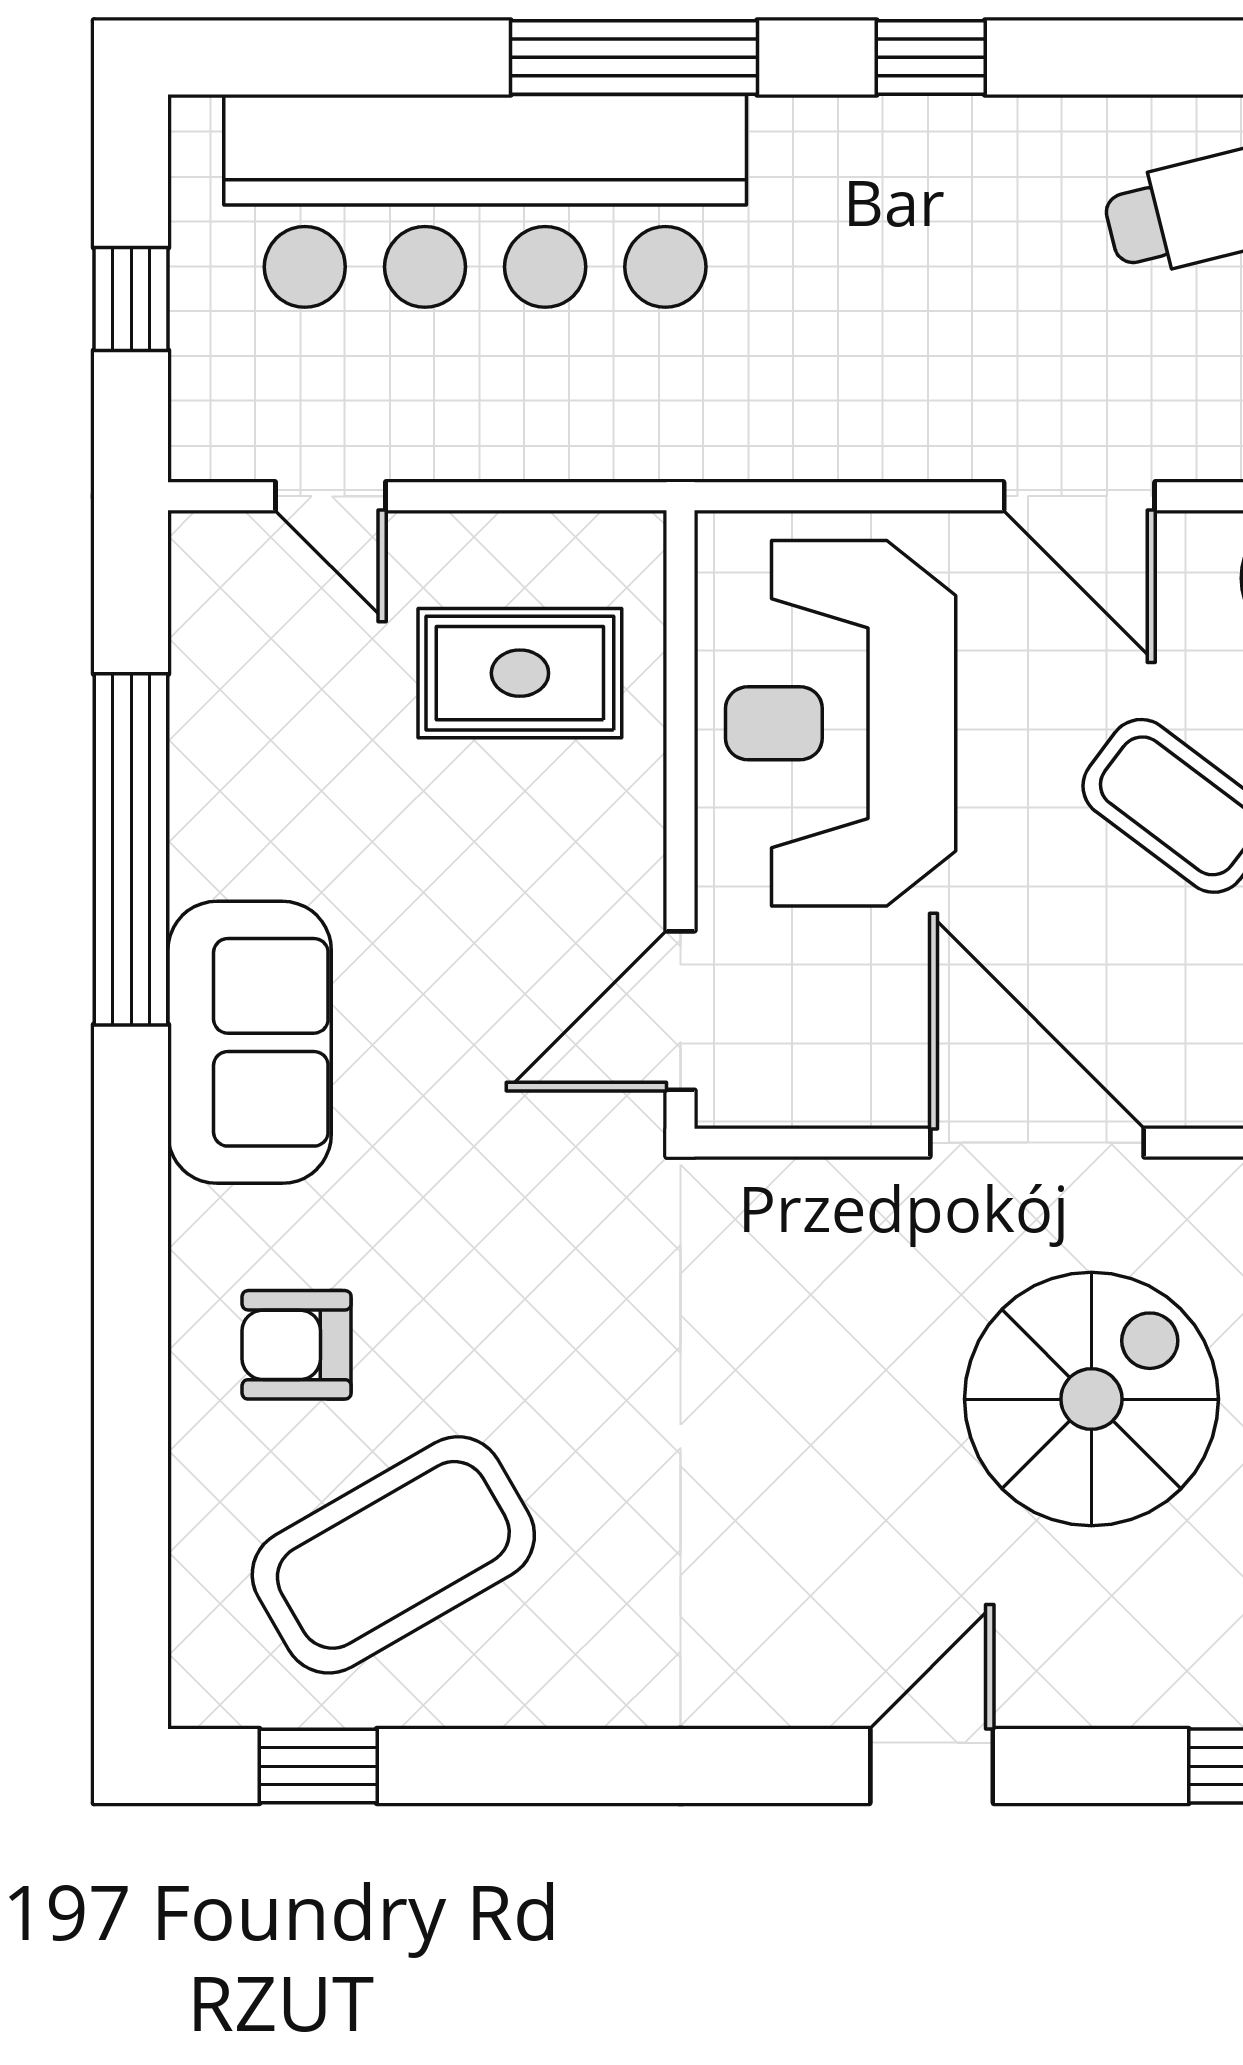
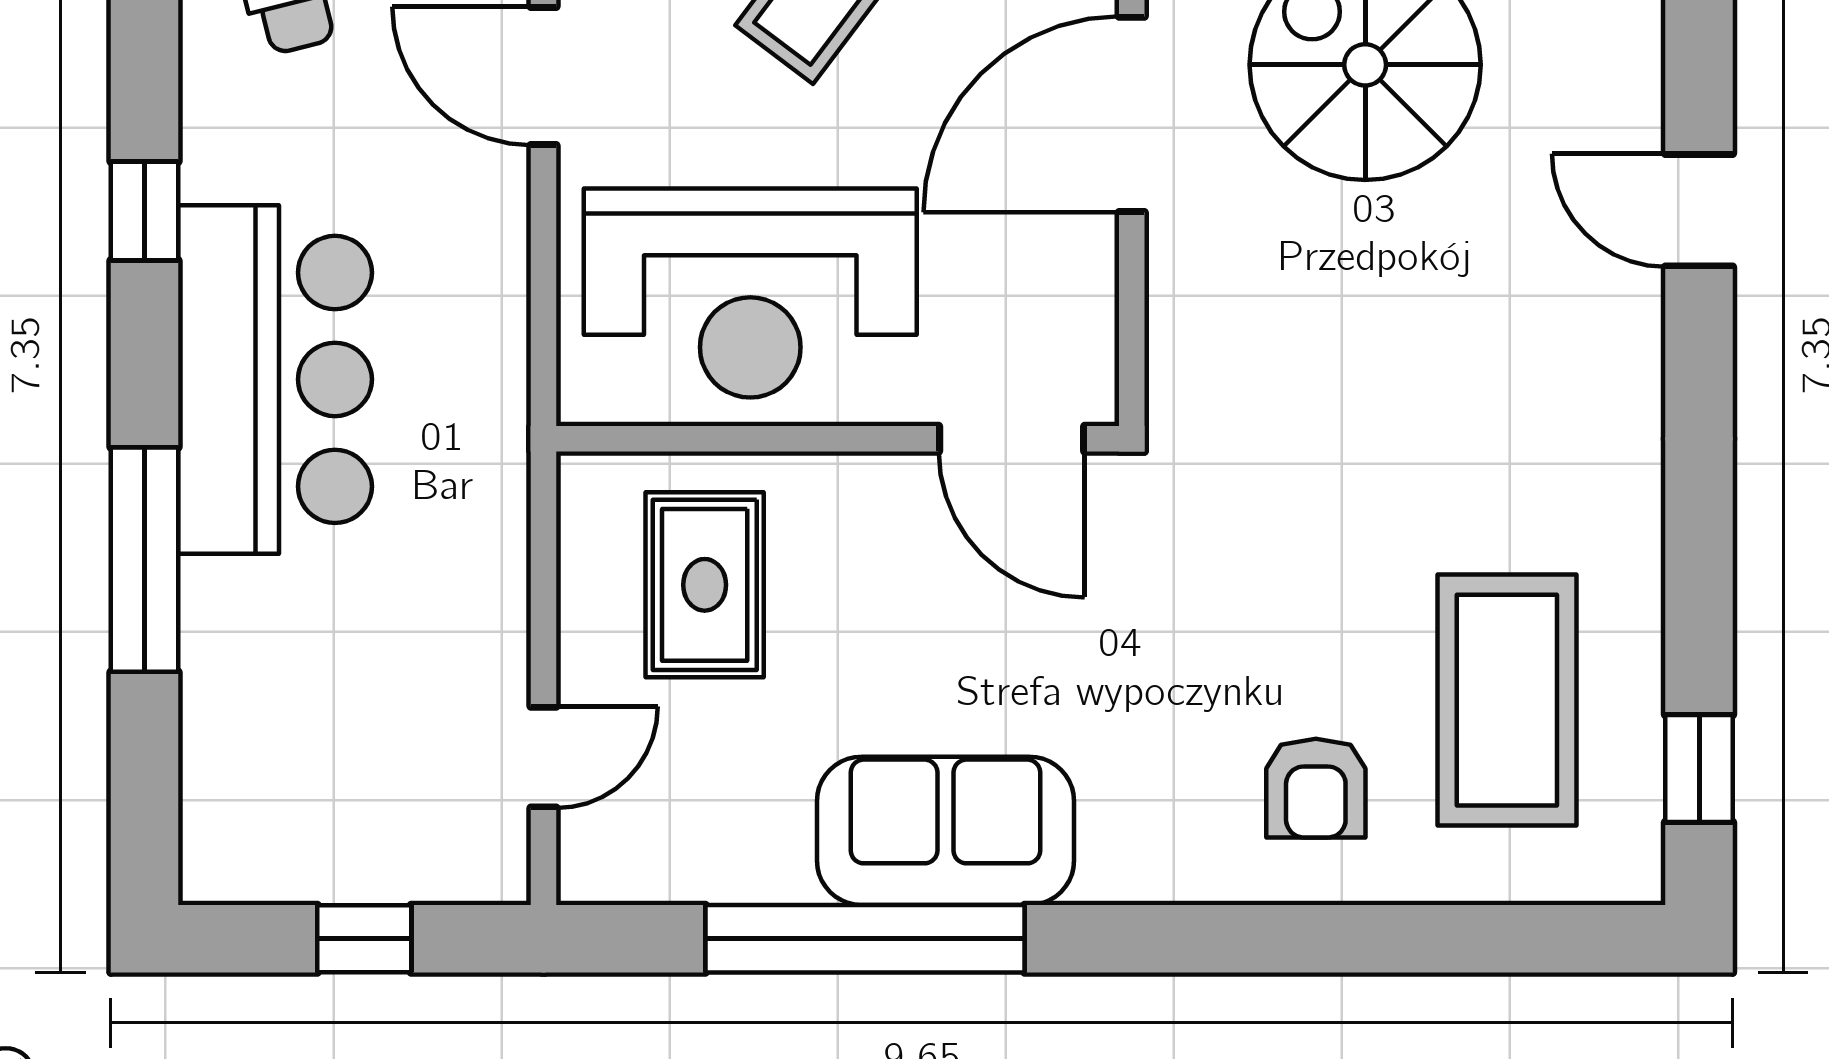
window: (634, 57) -> (144, 560), moved
bar counter: (485, 201) -> (275, 379), moved, width x0.73
door: (1079, 496) -> (544, 76), swing flipped
sofa: (250, 1042) -> (945, 831), moved
coffee table: (393, 1555) -> (1507, 700), turned 30

